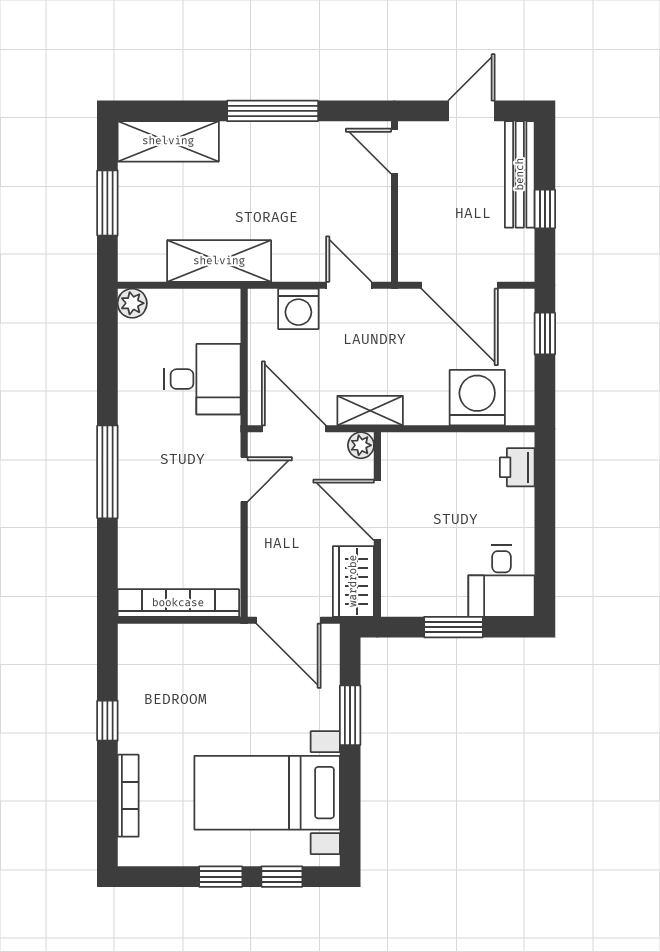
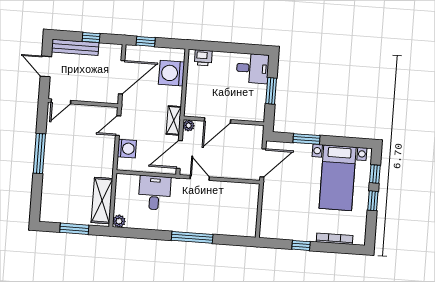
shelving: (168, 141) -> (49, 200), removed
shelving: (219, 261) -> (102, 200), moved
wardrobe: (353, 581) -> (248, 133), removed
bookcase: (178, 603) -> (252, 211), removed

